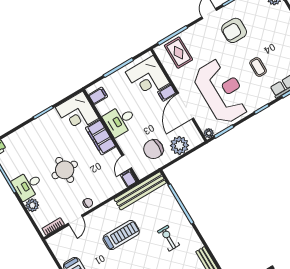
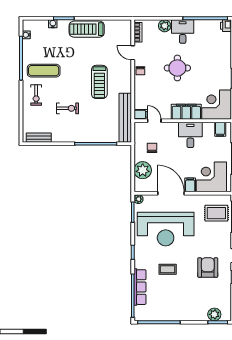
chair: (153, 149) -> (152, 148), width x0.54, depth x0.54
exercise bike: (168, 238) -> (68, 108), moved

